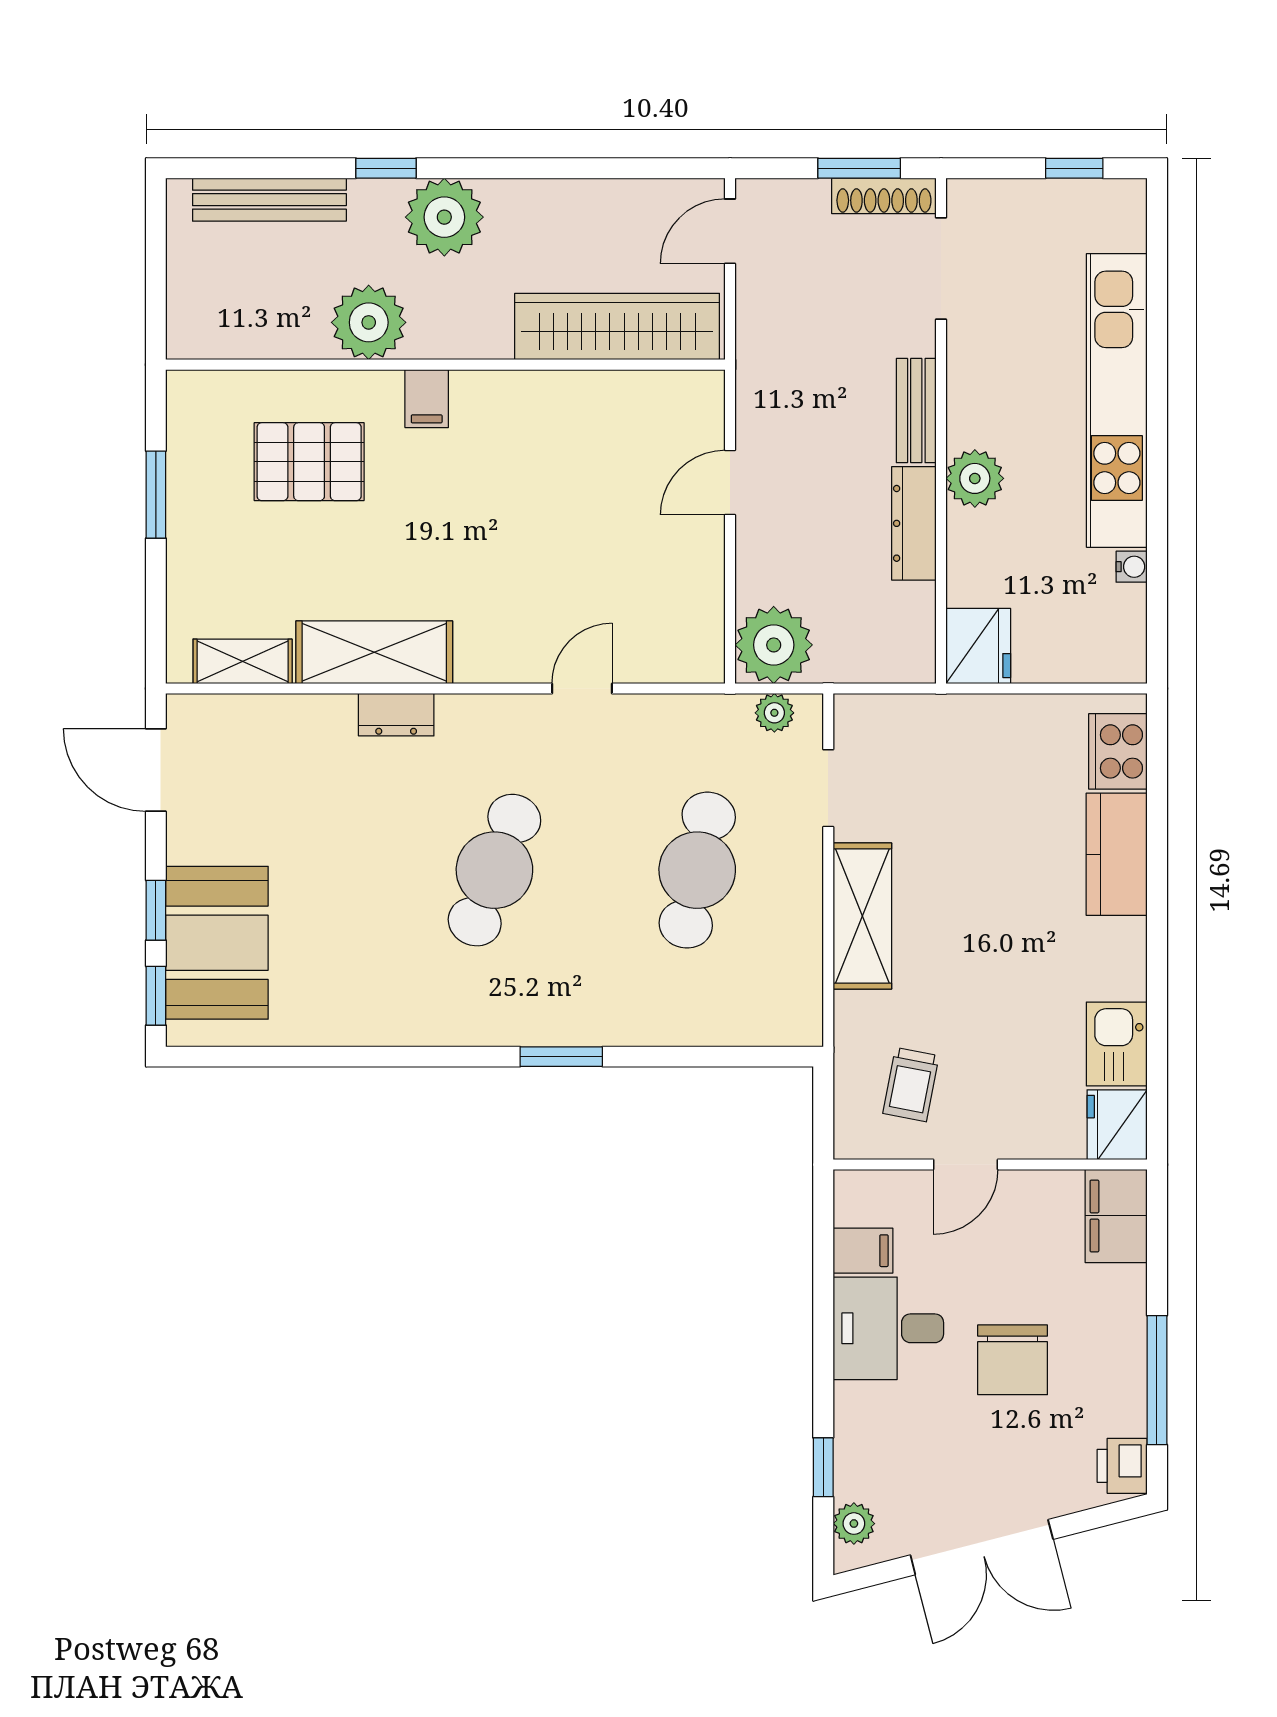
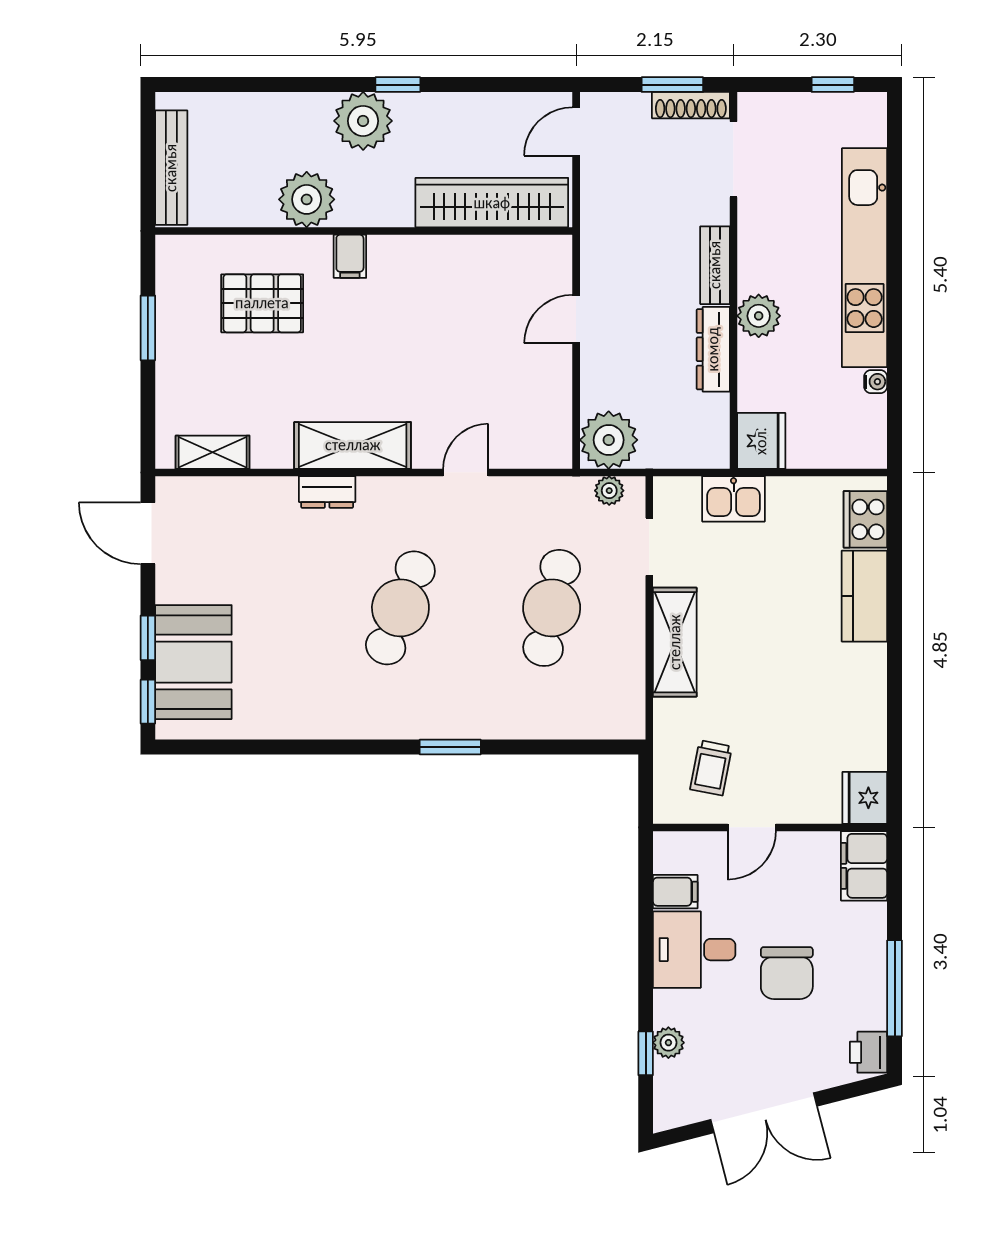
window: (386, 168) -> (398, 85), moved
bench: (269, 200) -> (171, 168), moved, turned 90
shelving: (374, 652) -> (353, 445), moved
kitchen sink: (1117, 1044) -> (734, 499), moved, turned -90
plant: (854, 1524) -> (668, 1043), moved

